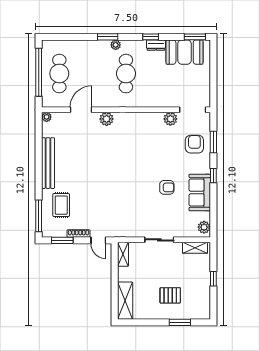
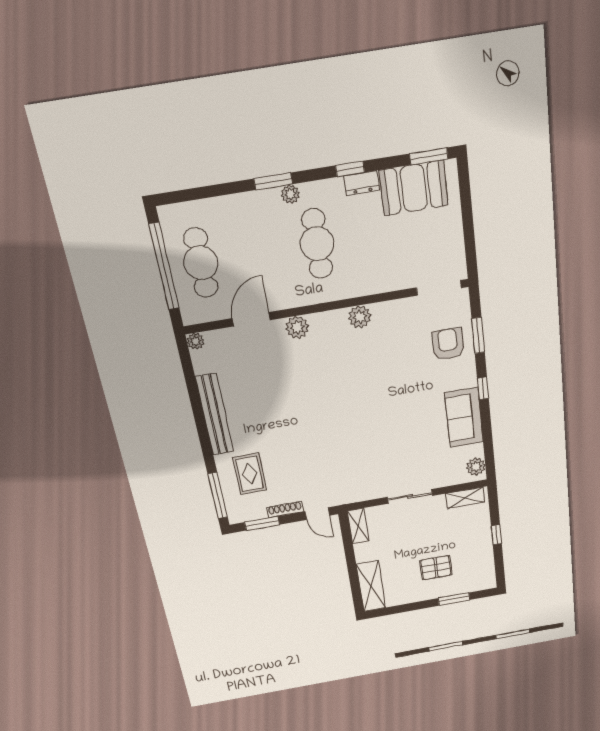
plant: (170, 119) -> (360, 317), moved
armchair: (167, 187) -> (412, 419), removed

